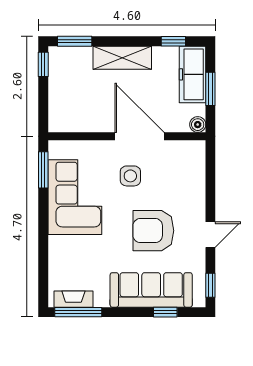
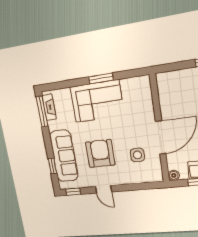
window: (43, 170) -> (101, 78), moved
side table: (130, 176) -> (137, 155), moved
corner sofa: (75, 197) -> (97, 101), moved

